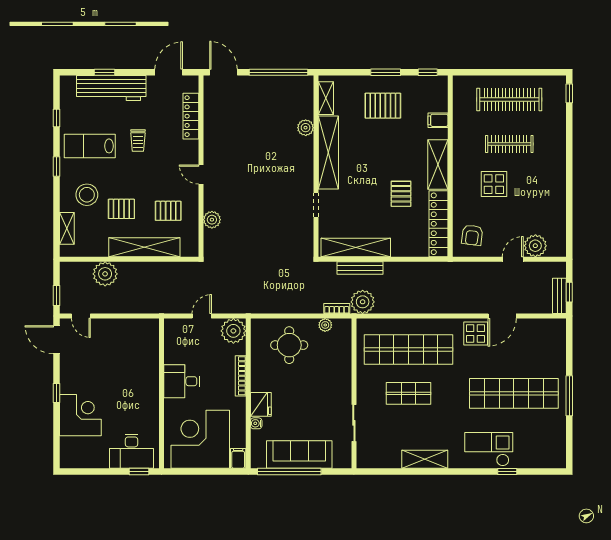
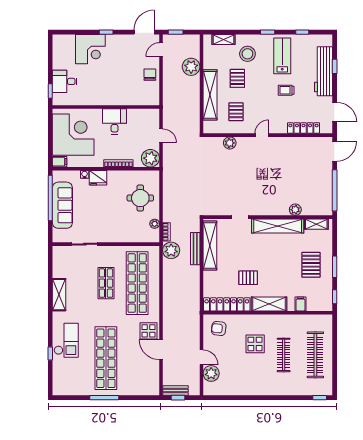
chair: (116, 332) -> (150, 75), added
desk: (131, 451) -> (65, 81), width x0.73

